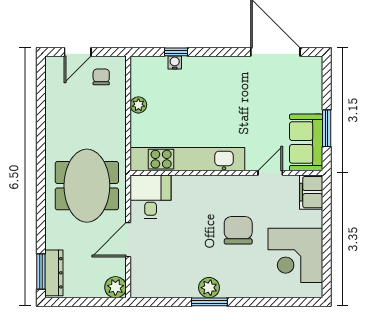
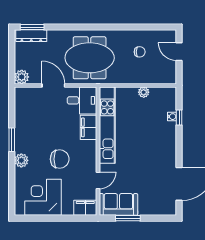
chair: (101, 77) -> (140, 52), moved
door: (270, 173) -> (98, 180), hinge flipped
filing cabinet: (191, 187) -> (89, 127), added
plant: (209, 288) -> (21, 160), moved

